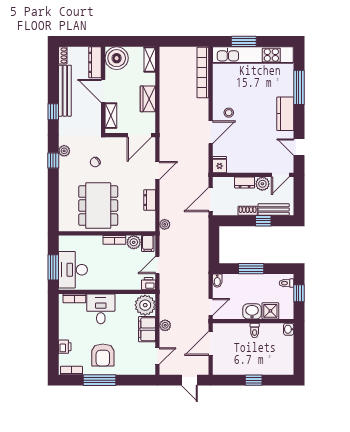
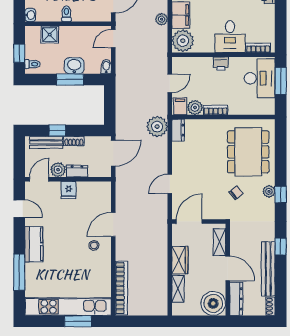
shelving: (150, 60) -> (178, 289), moved
plant: (64, 151) -> (269, 191), moved
fridge: (220, 165) -> (69, 190), moved
dresser: (150, 200) -> (178, 130), moved
dining table: (98, 206) -> (248, 152), moved
plant: (165, 224) -> (157, 127), width x1.87, depth x1.87
printer: (149, 284) -> (221, 64), moved
washbasin: (252, 311) -> (74, 66), moved, turned 180

